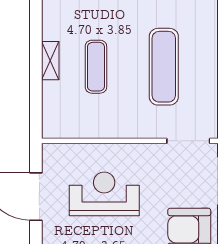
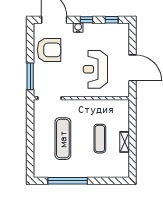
reception desk: (104, 194) -> (95, 69), turned 90

